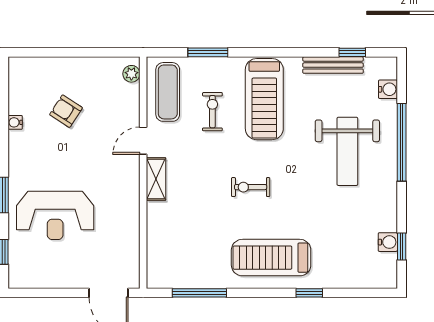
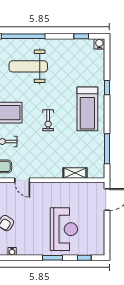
weight bench: (347, 151) -> (28, 66), turned 180
shelving: (156, 179) -> (75, 173), moved
water cooler: (388, 242) -> (99, 44), moved

